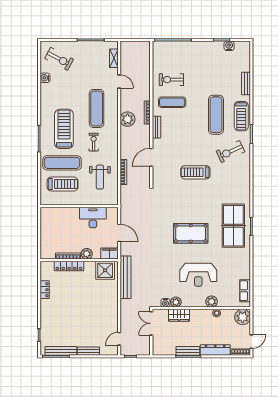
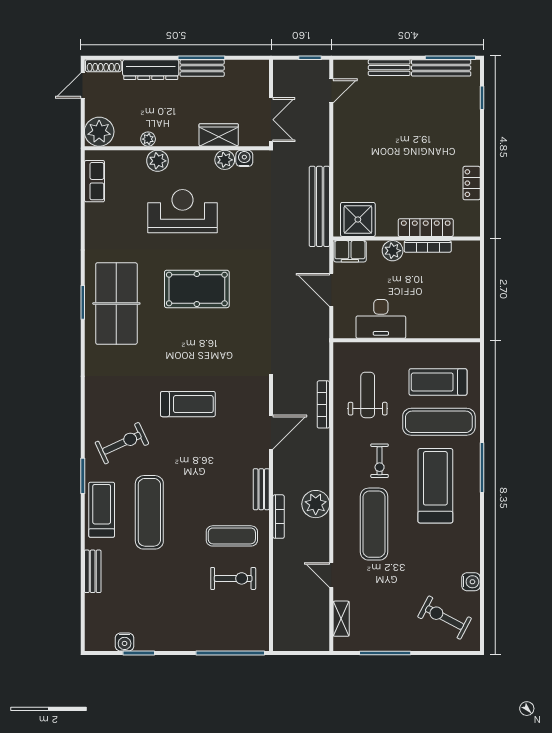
treadmill: (64, 129) -> (435, 486), turned 180

